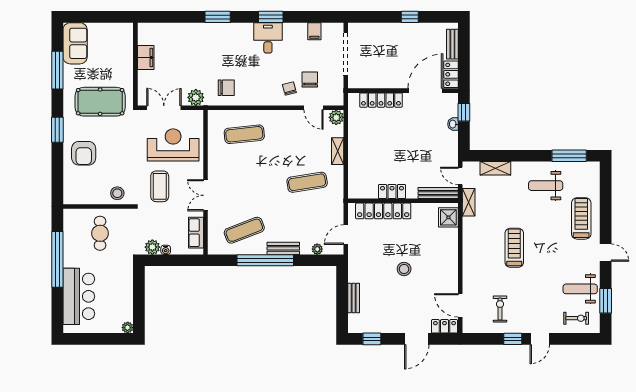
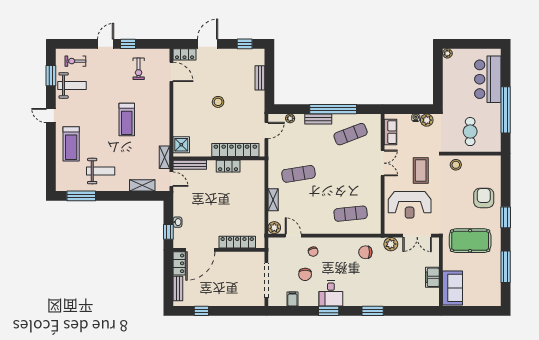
window: (410, 17) -> (201, 311), moved
sofa: (75, 43) -> (453, 288), moved, turned 180
chair: (310, 80) -> (305, 274), moved

